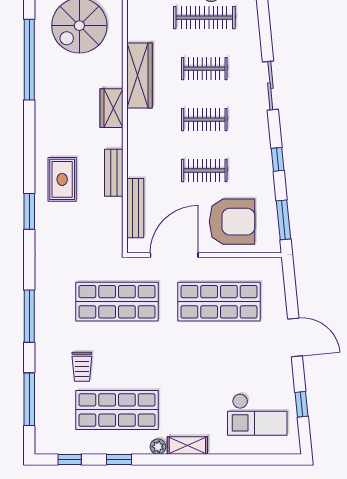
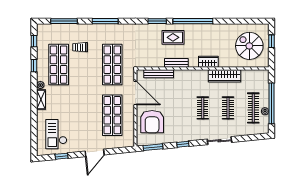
window: (29, 60) -> (193, 21), moved
clothes rail: (204, 171) -> (177, 108), removed

